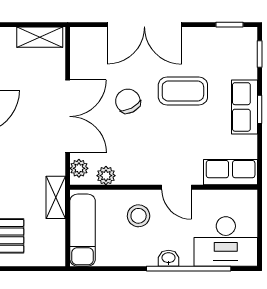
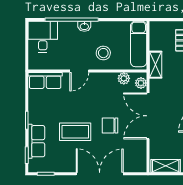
chair: (128, 101) -> (110, 125), turned 117
row of seats: (244, 107) -> (36, 141), moved
door: (177, 187) -> (79, 71), swing flipped
desk: (226, 241) -> (43, 37), width x0.73

